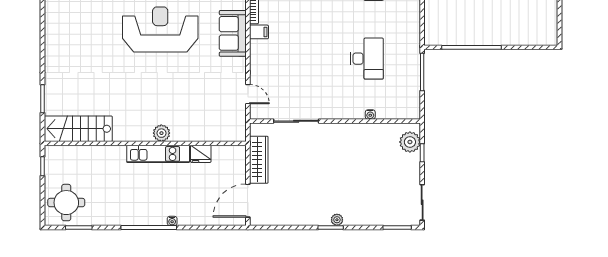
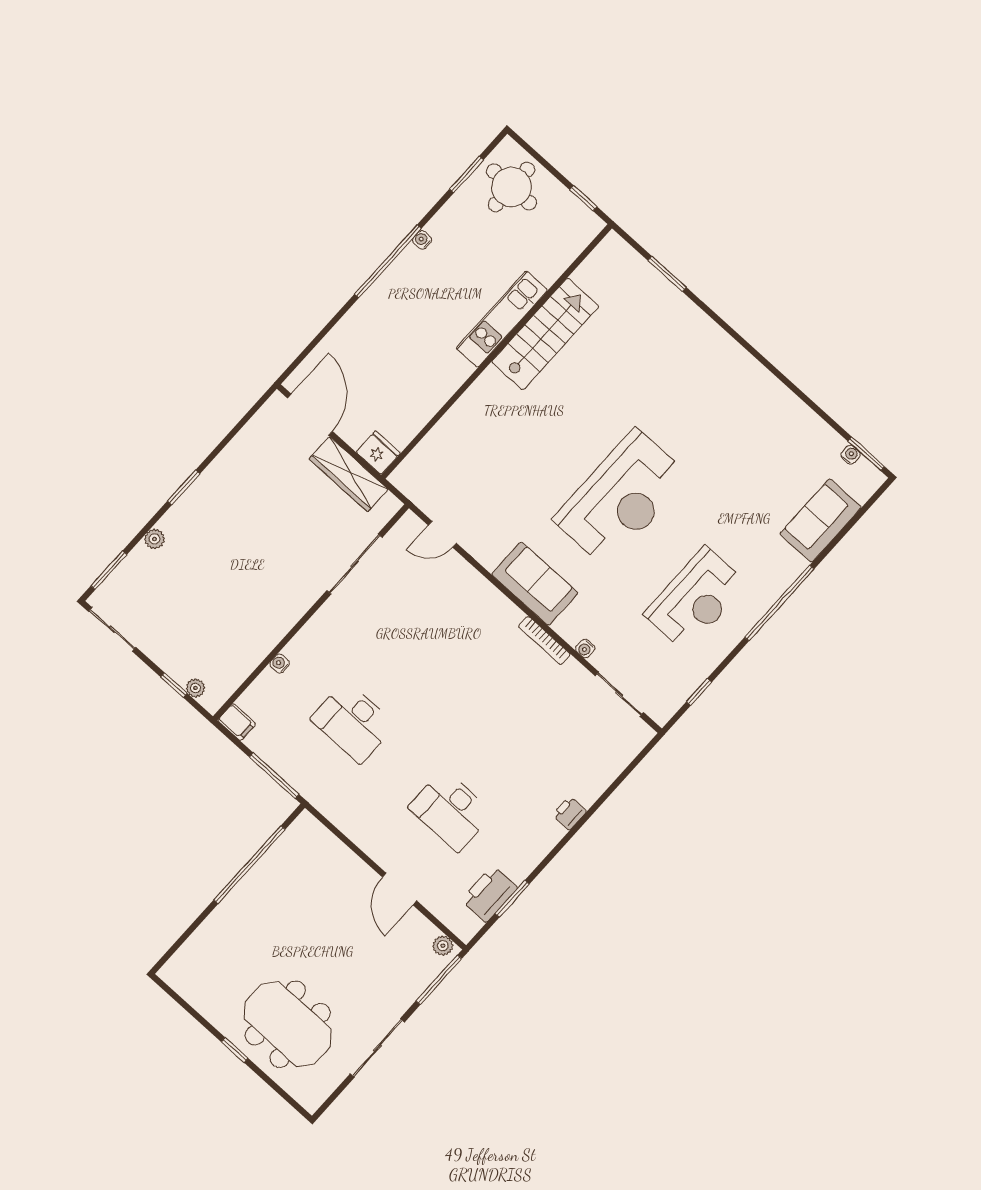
filing cabinet: (259, 32) -> (237, 722), moved, turned -90
stairs: (78, 129) -> (545, 334), moved
plant: (161, 133) -> (491, 383), removed
plant: (410, 142) -> (195, 688), width x0.53, depth x0.53
kitchen unit: (158, 154) -> (502, 319), moved
fridge: (201, 154) -> (378, 453), moved, turned 90
plant: (337, 220) -> (155, 539), moved
water cooler: (172, 221) -> (422, 240), moved

